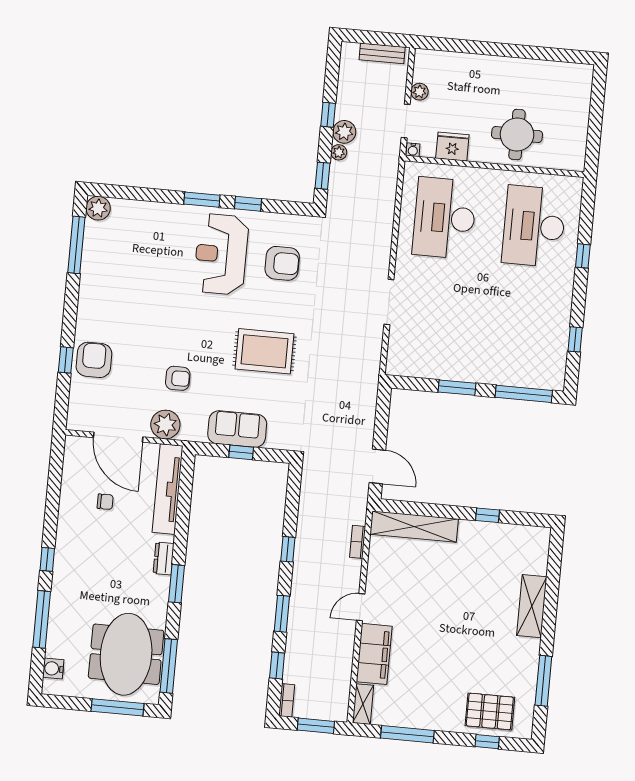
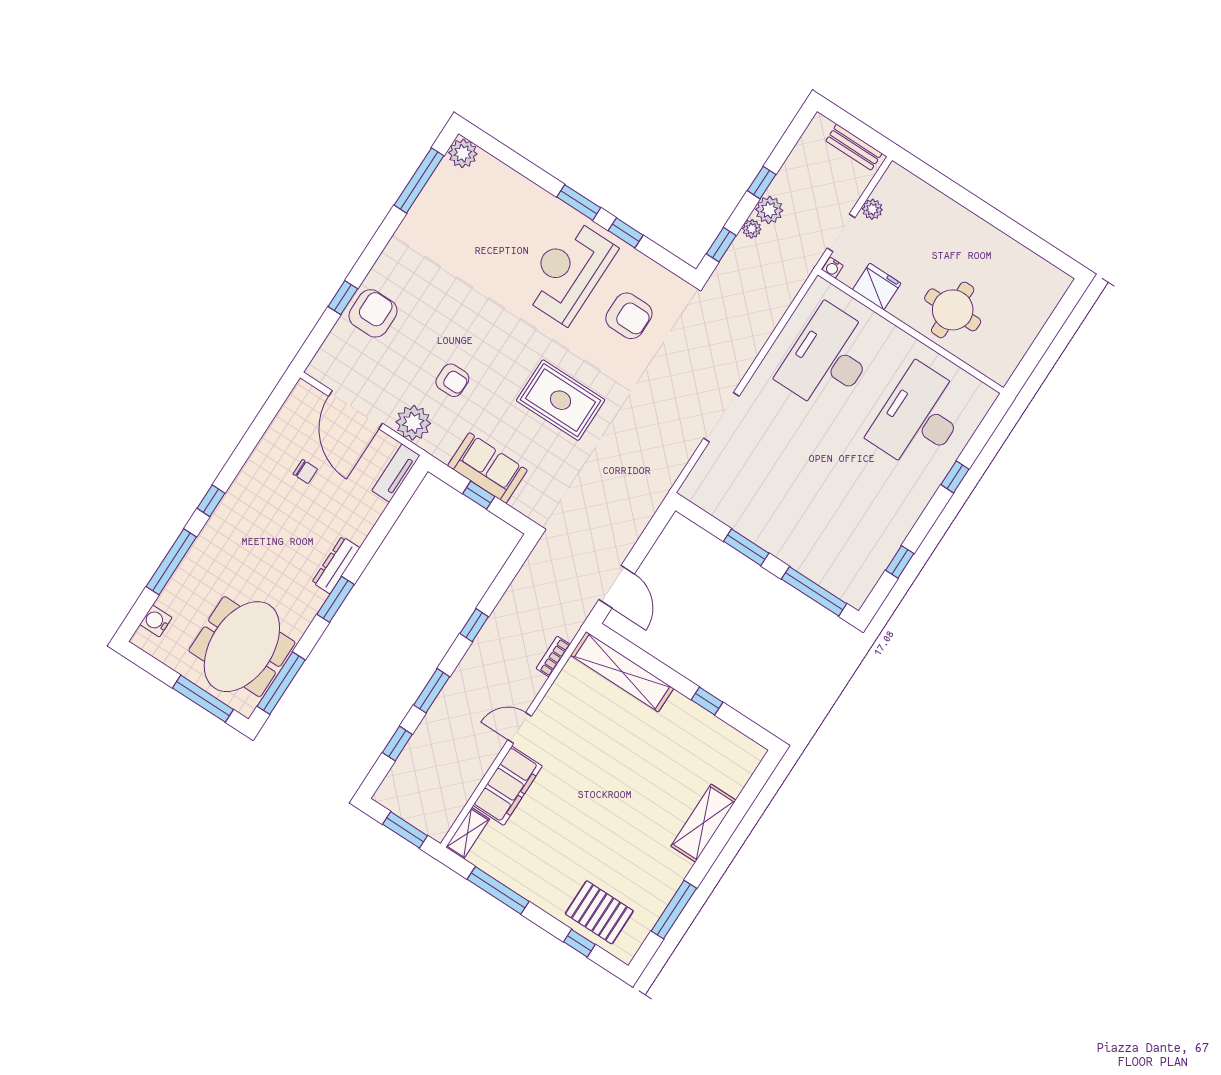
tv unit: (168, 489) -> (396, 473), width x0.52, depth x0.78
dresser: (164, 558) -> (336, 565), width x1.44
bookcase: (287, 700) -> (388, 786), removed

